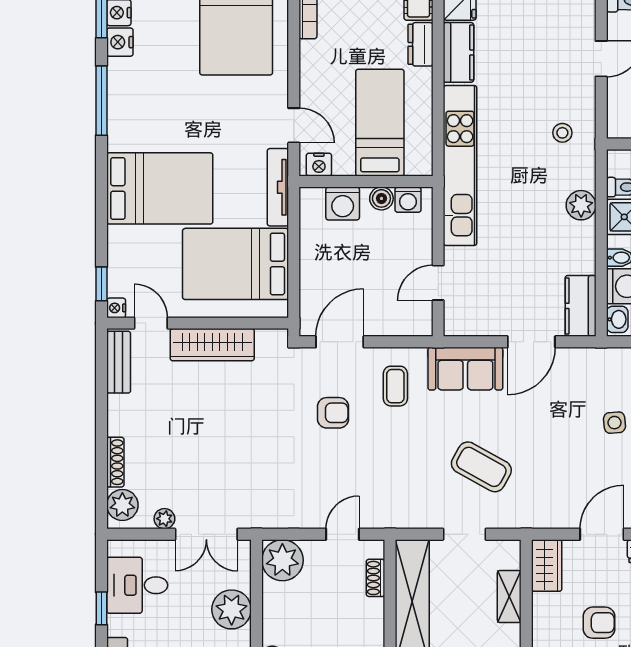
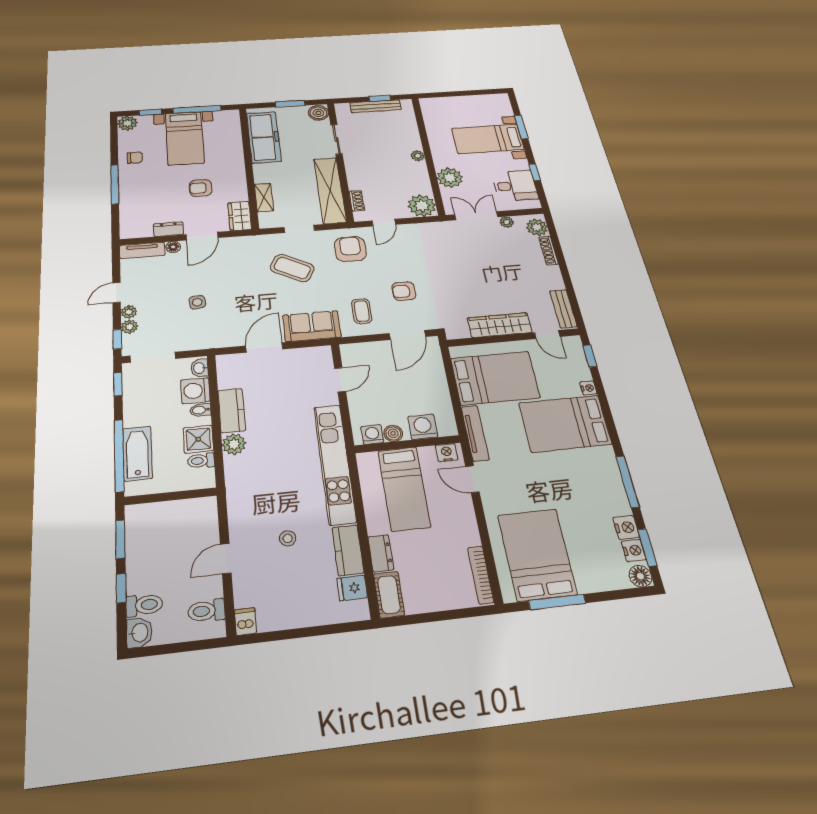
stool: (562, 133) -> (288, 538), moved
kitchen counter: (581, 306) -> (232, 410), moved
nightstand: (116, 308) -> (588, 388), moved
armchair: (397, 492) -> (350, 249), added

